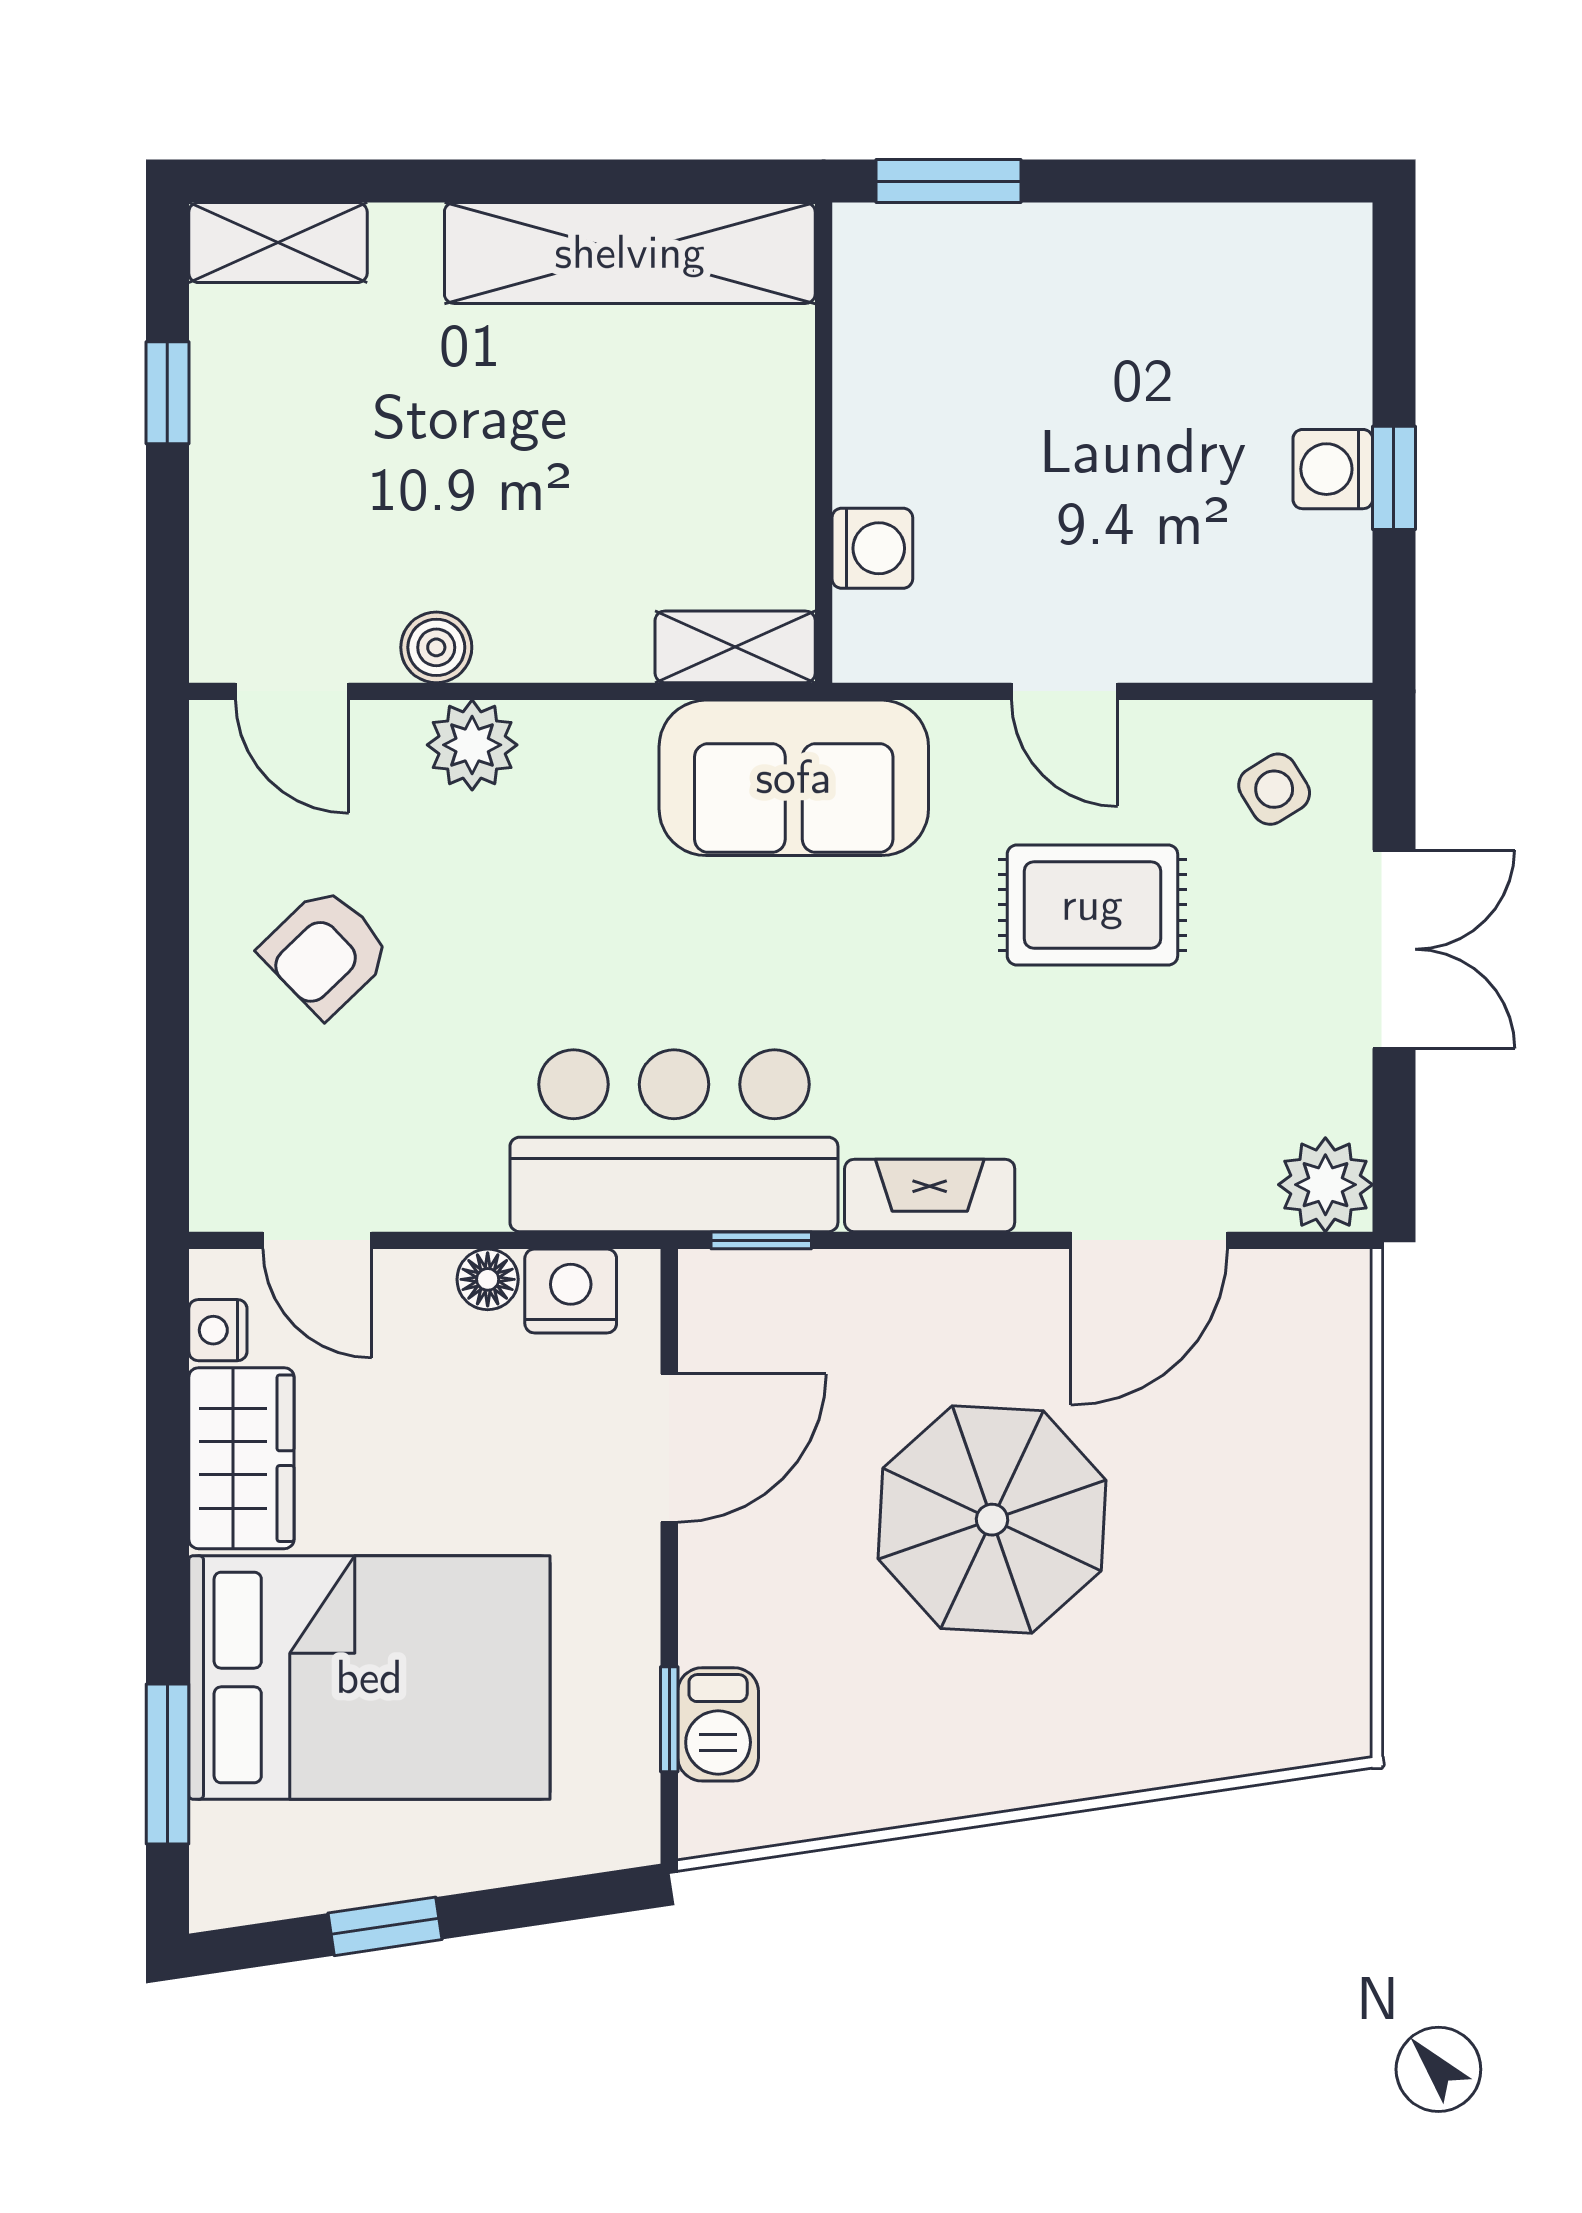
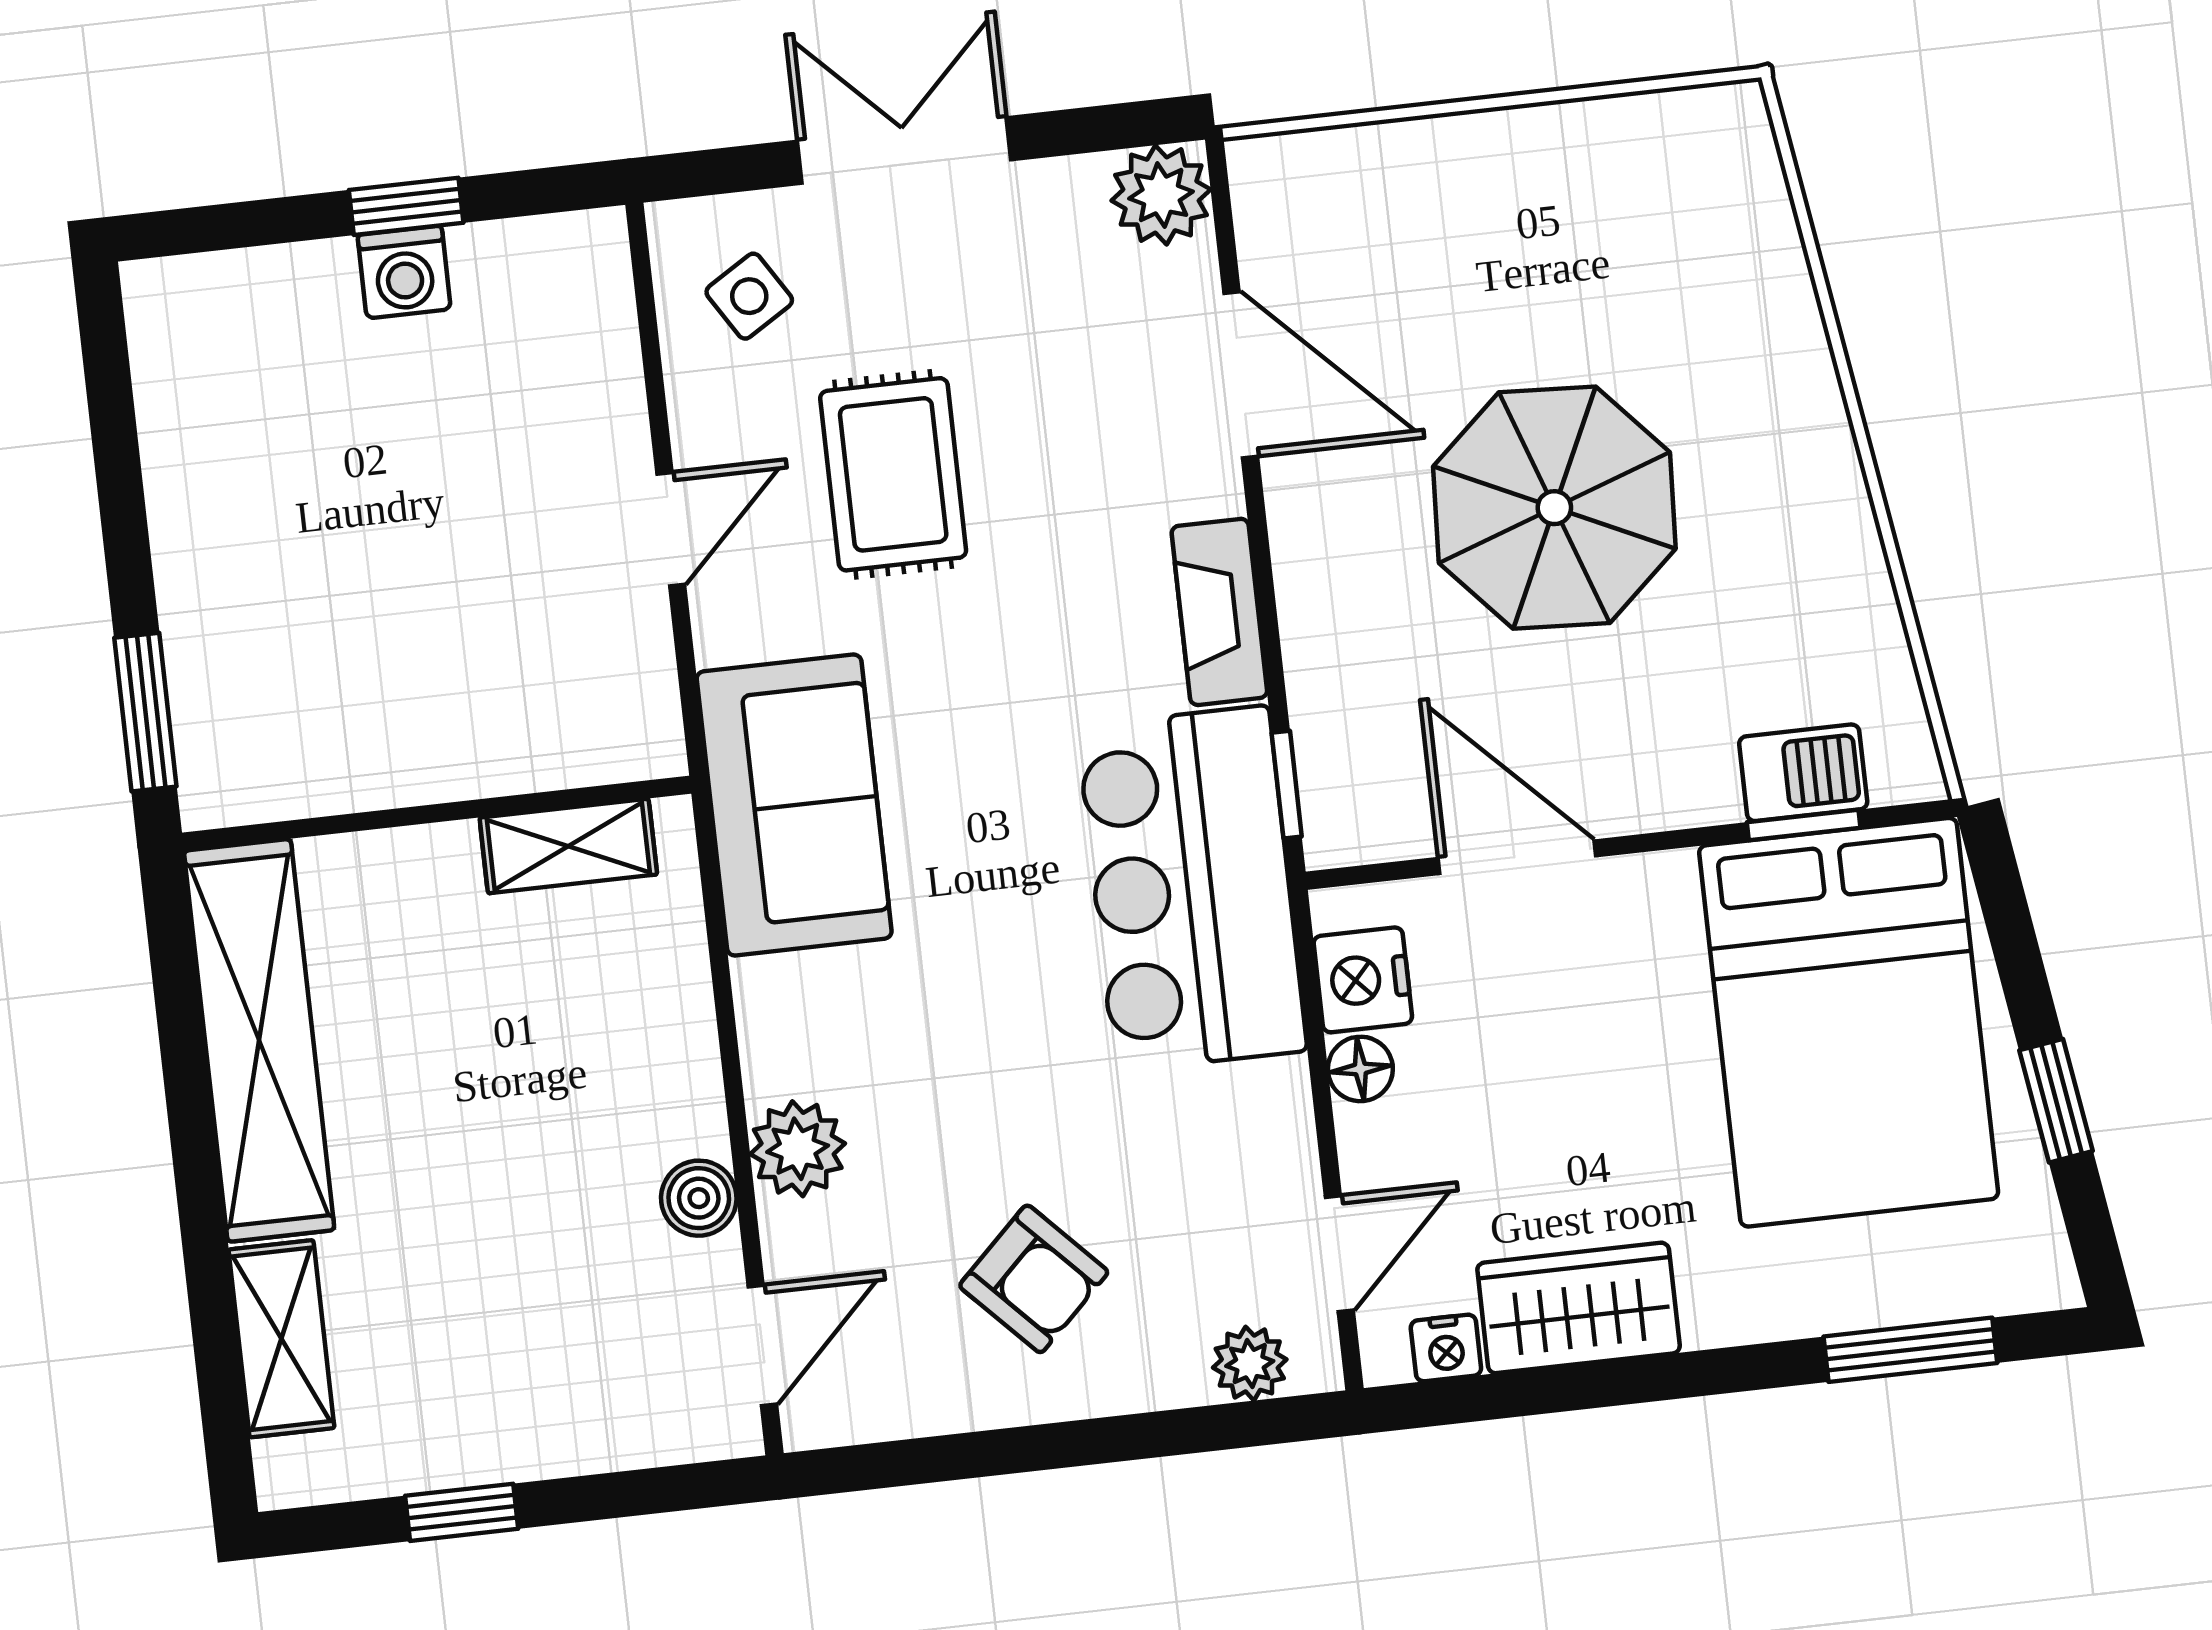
shelving: (278, 243) -> (281, 1339), moved
washing machine: (872, 548) -> (542, 749), removed
shelving: (735, 647) -> (568, 846), moved, turned 90
plant: (224, 1145) -> (1250, 1364), added
bed: (369, 1678) -> (1849, 1022), moved, turned 180

